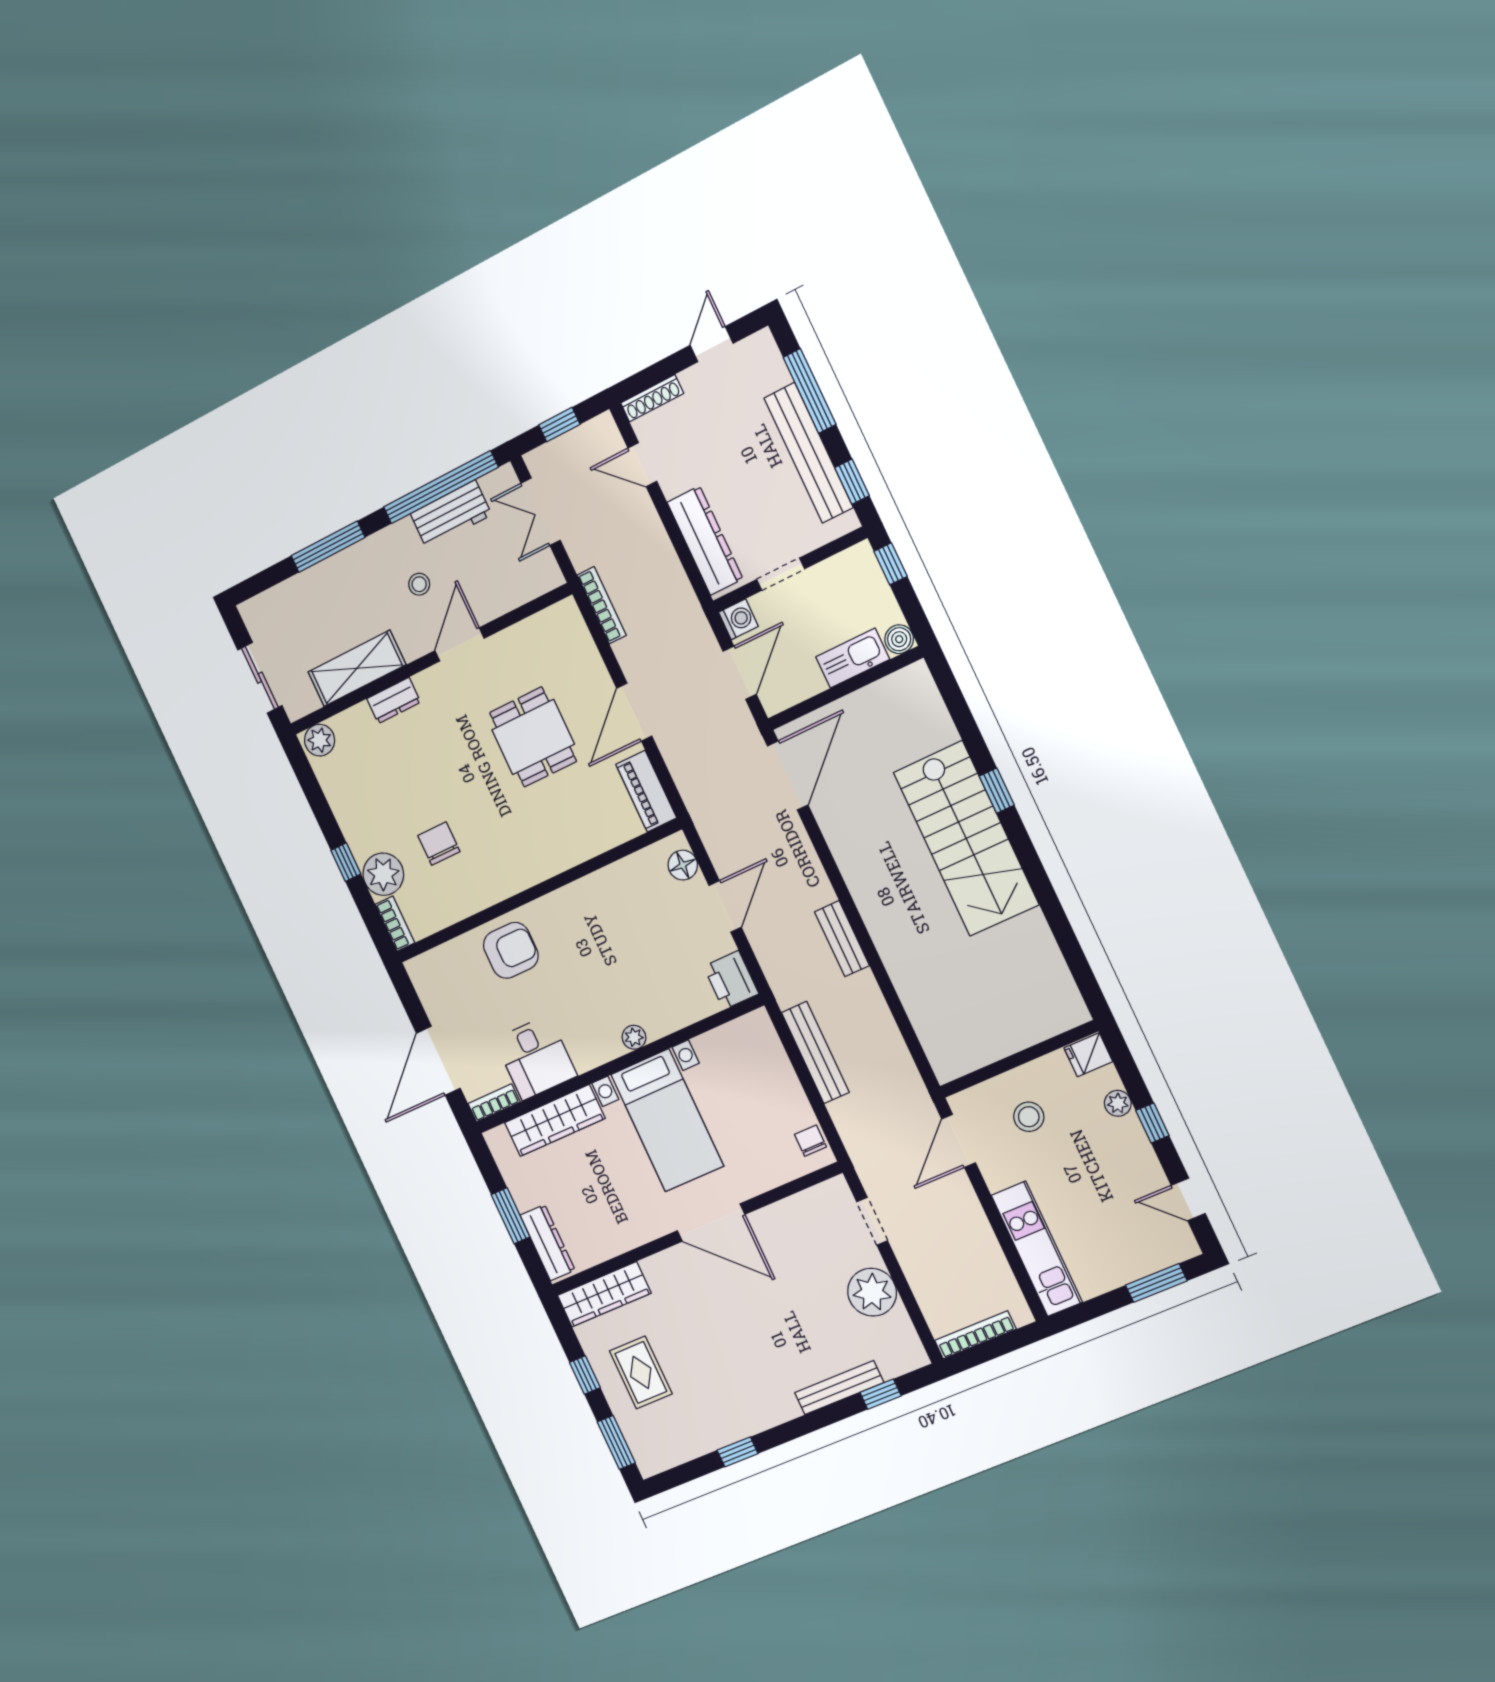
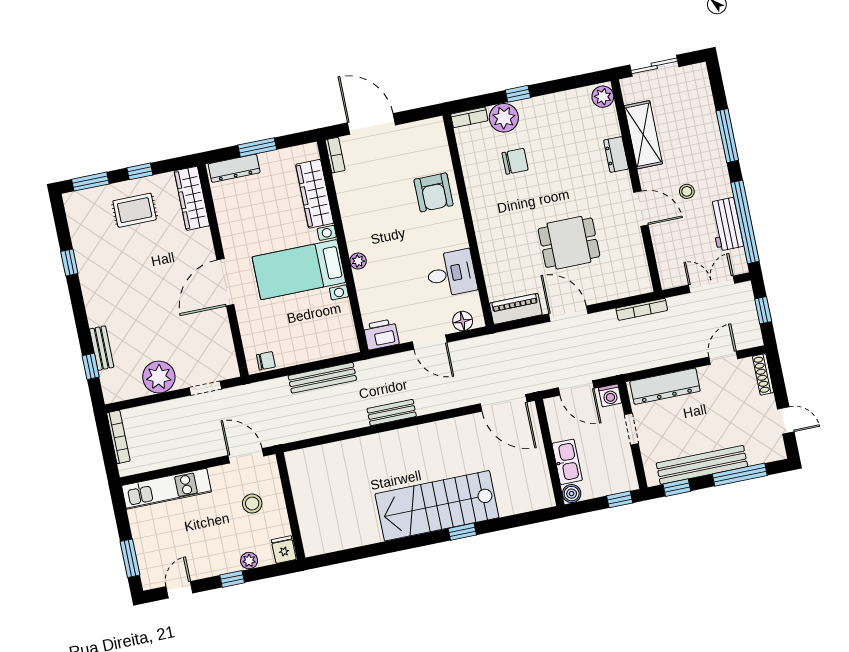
desk: (536, 1058) -> (451, 273), moved, turned 180
bench: (839, 1388) -> (102, 348), width x0.73

